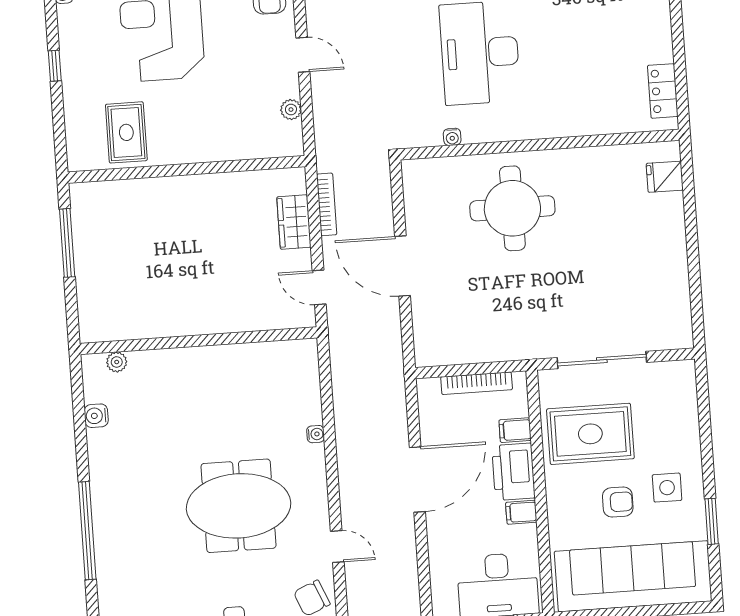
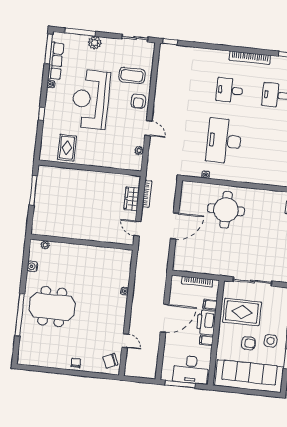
door: (402, 266) -> (175, 226), swing flipped
meeting table: (239, 506) -> (52, 307), moved

